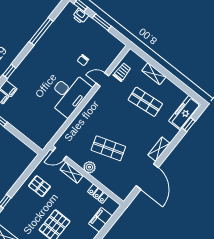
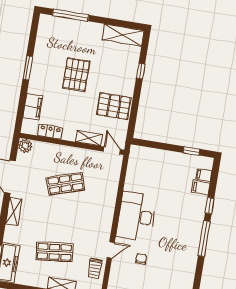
window: (41, 31) -> (204, 239), moved
door: (60, 154) -> (112, 150), hinge flipped
plant: (89, 167) -> (25, 146), moved
pallet: (39, 186) -> (114, 106), width x1.50, depth x1.42

